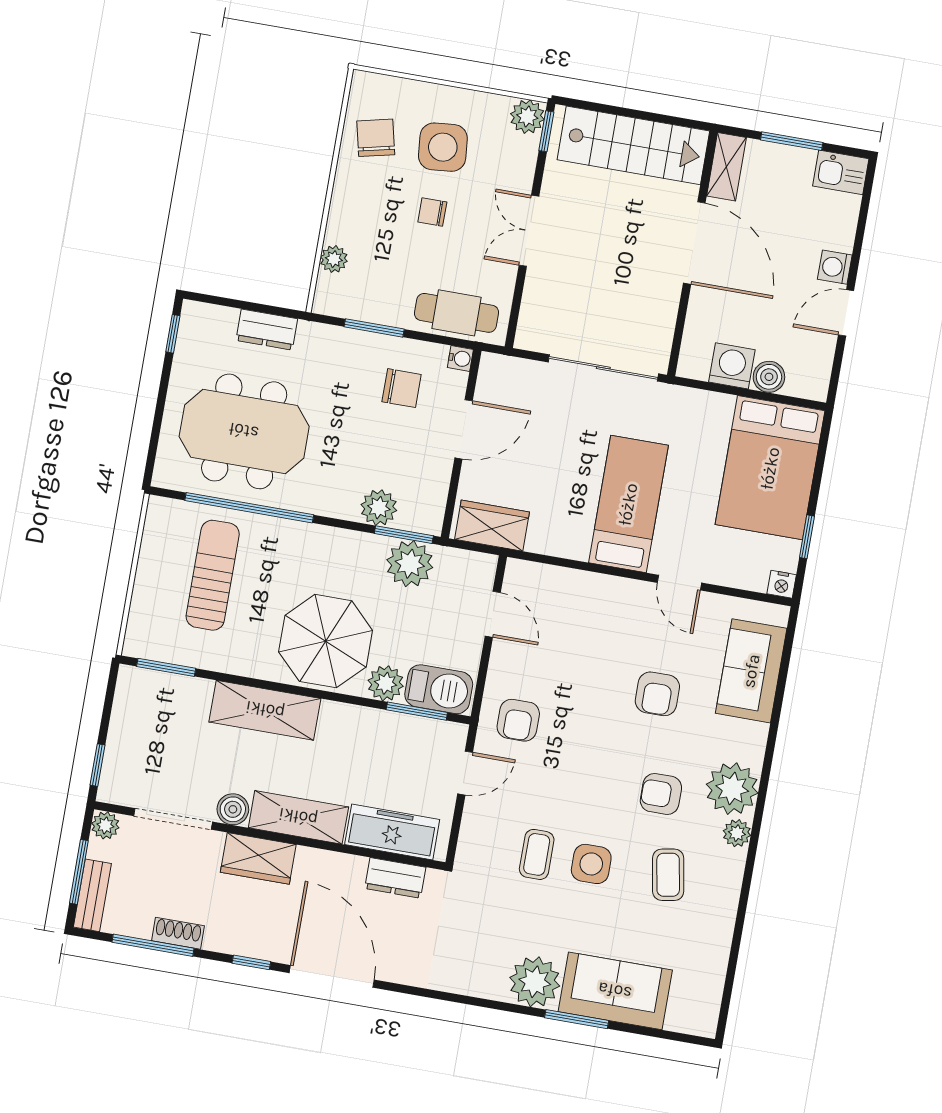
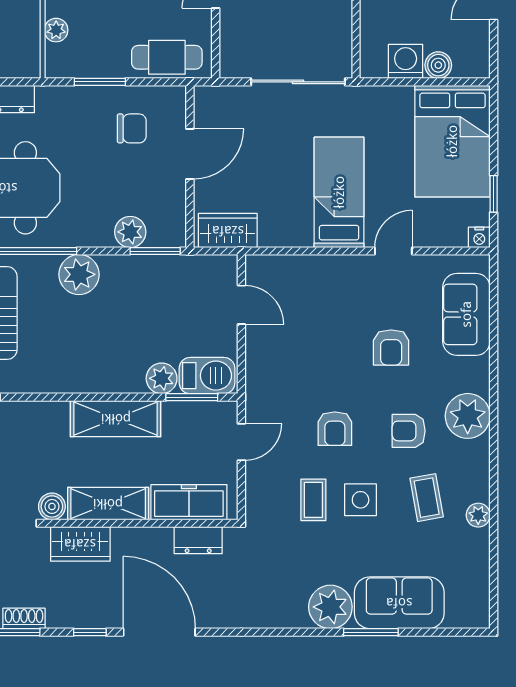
water cooler: (460, 358) -> (177, 95), removed
plant: (410, 564) -> (79, 274), moved
door: (679, 583) -> (393, 251), swing flipped
parasol: (326, 641) -> (105, 352), removed
shelving: (265, 710) -> (116, 419), moved
armchair: (518, 720) -> (335, 429), moved
plant: (737, 833) -> (478, 515), moved

